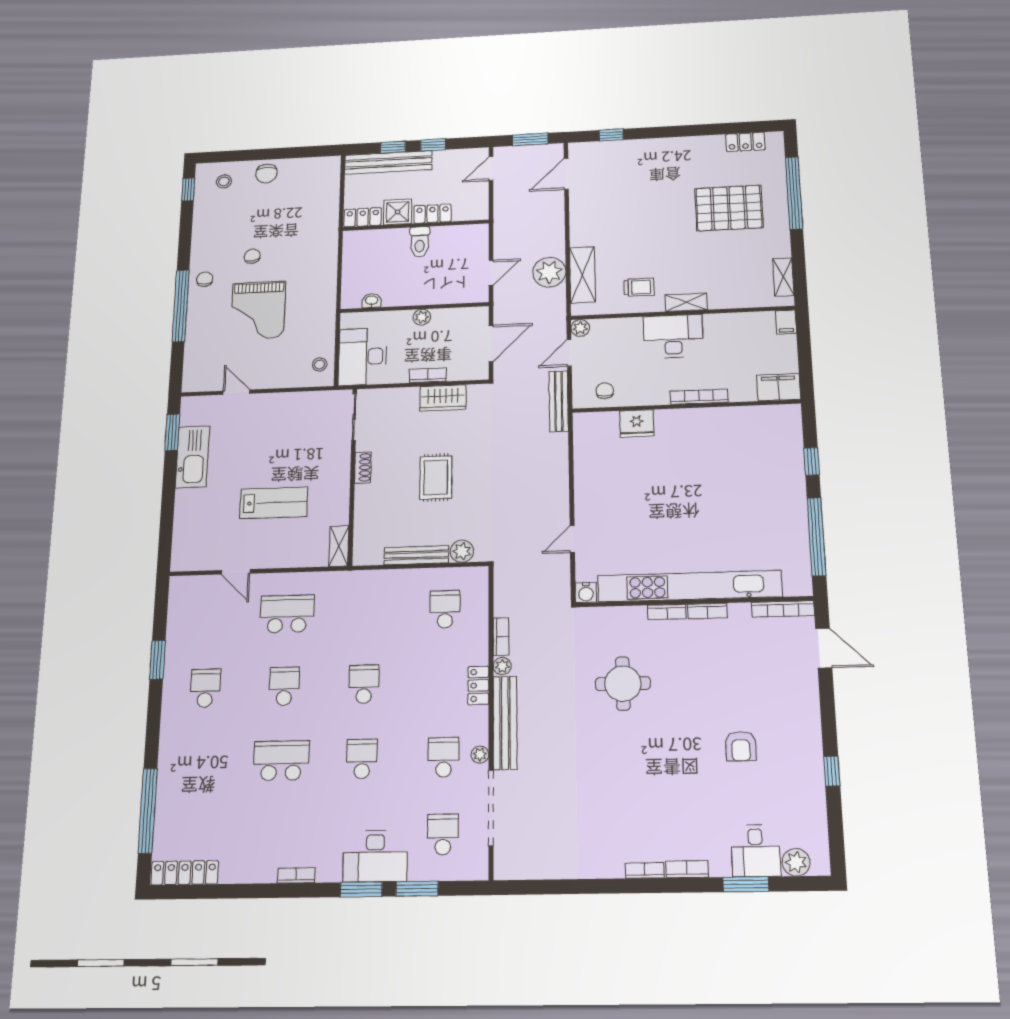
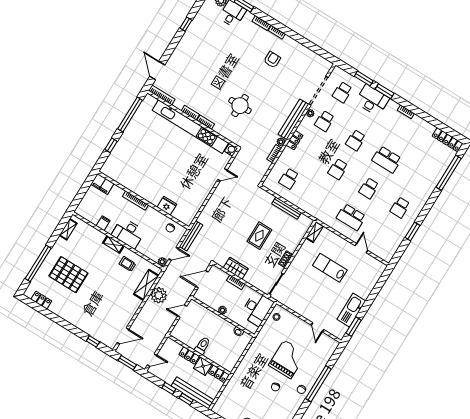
filing cabinet: (786, 322) -> (103, 223), moved
plant: (462, 551) -> (268, 198), removed
armchair: (741, 746) -> (272, 60), moved

